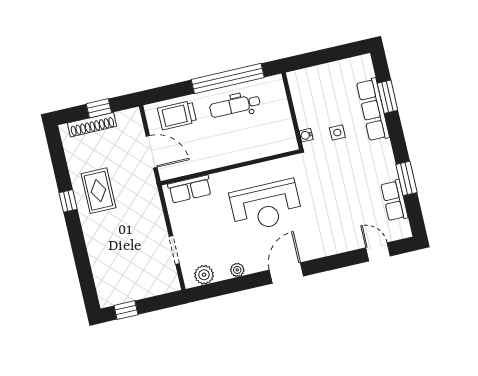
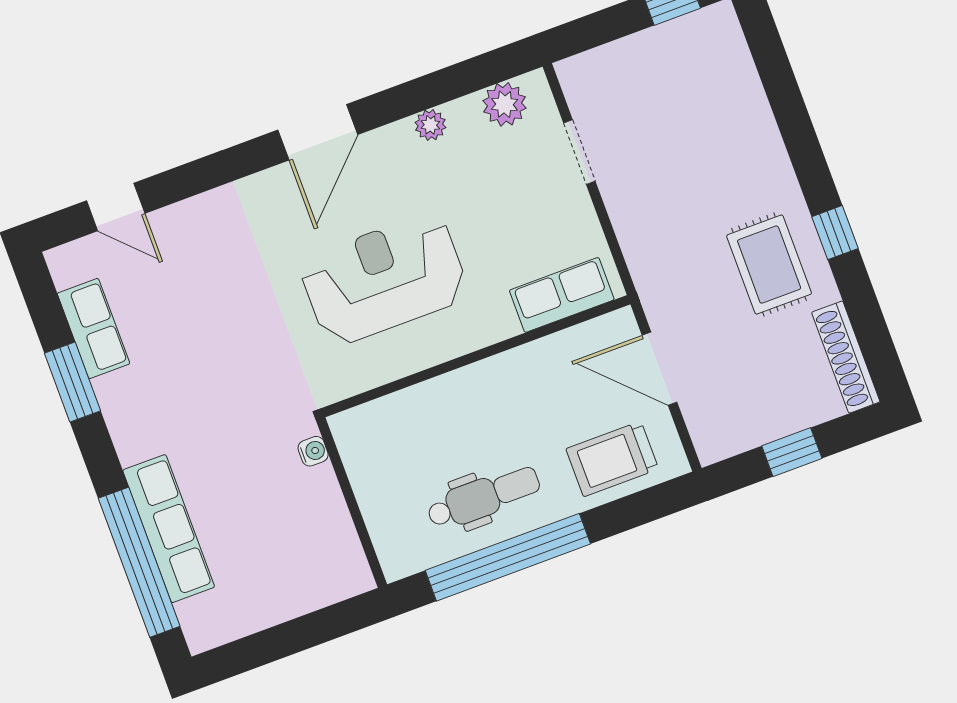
window: (388, 97) -> (139, 562), width x2.11
trolley: (177, 115) -> (612, 459), turned 180
shoe rack: (92, 125) -> (846, 357), moved, turned -90
side table: (337, 132) -> (243, 466), removed

